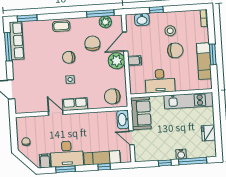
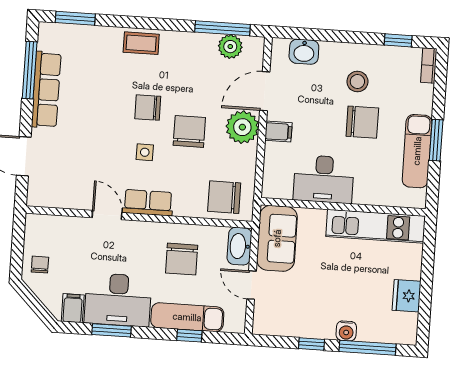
window: (156, 10) -> (398, 40), moved
row of seats: (17, 41) -> (46, 90), moved
chair: (92, 43) -> (189, 131), moved
chair: (95, 130) -> (182, 259), added

